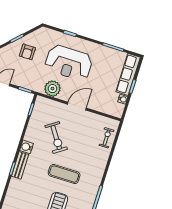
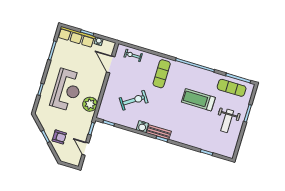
armchair: (27, 52) -> (59, 137), moved
door: (77, 106) -> (111, 64), moved
exercise mat: (64, 174) -> (162, 74), moved

